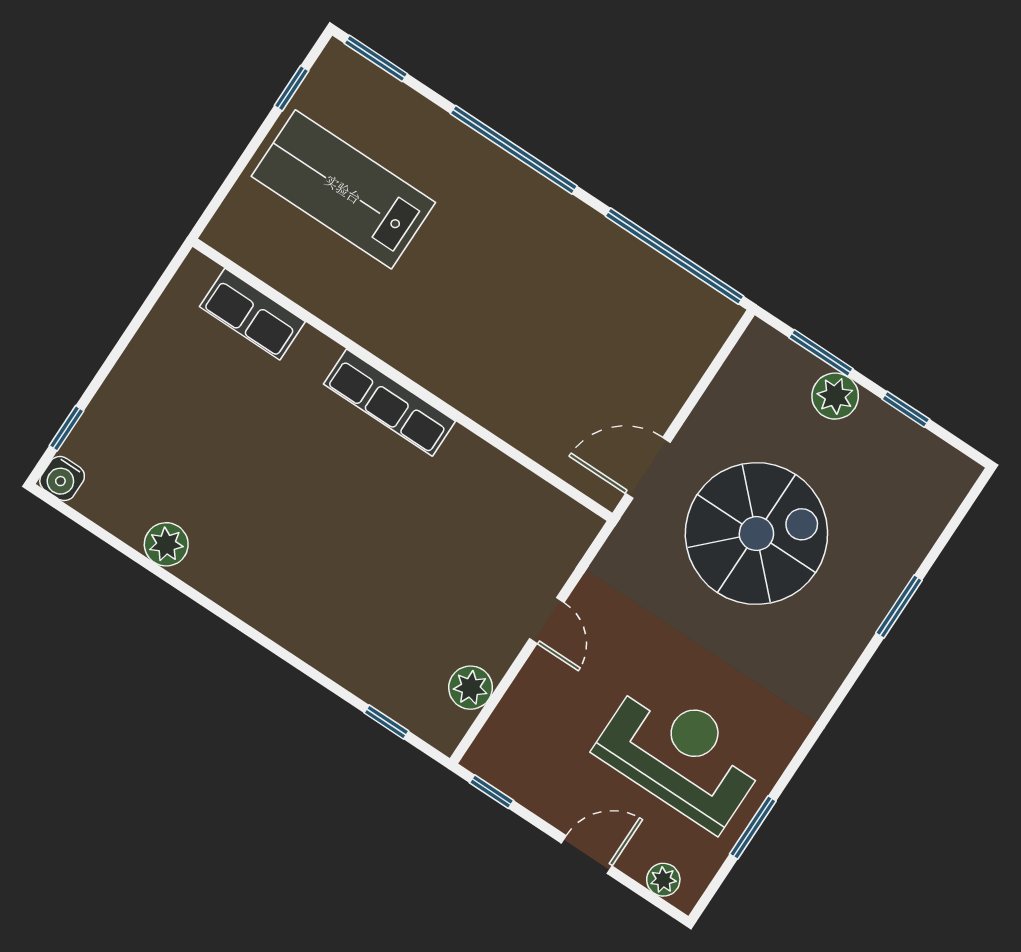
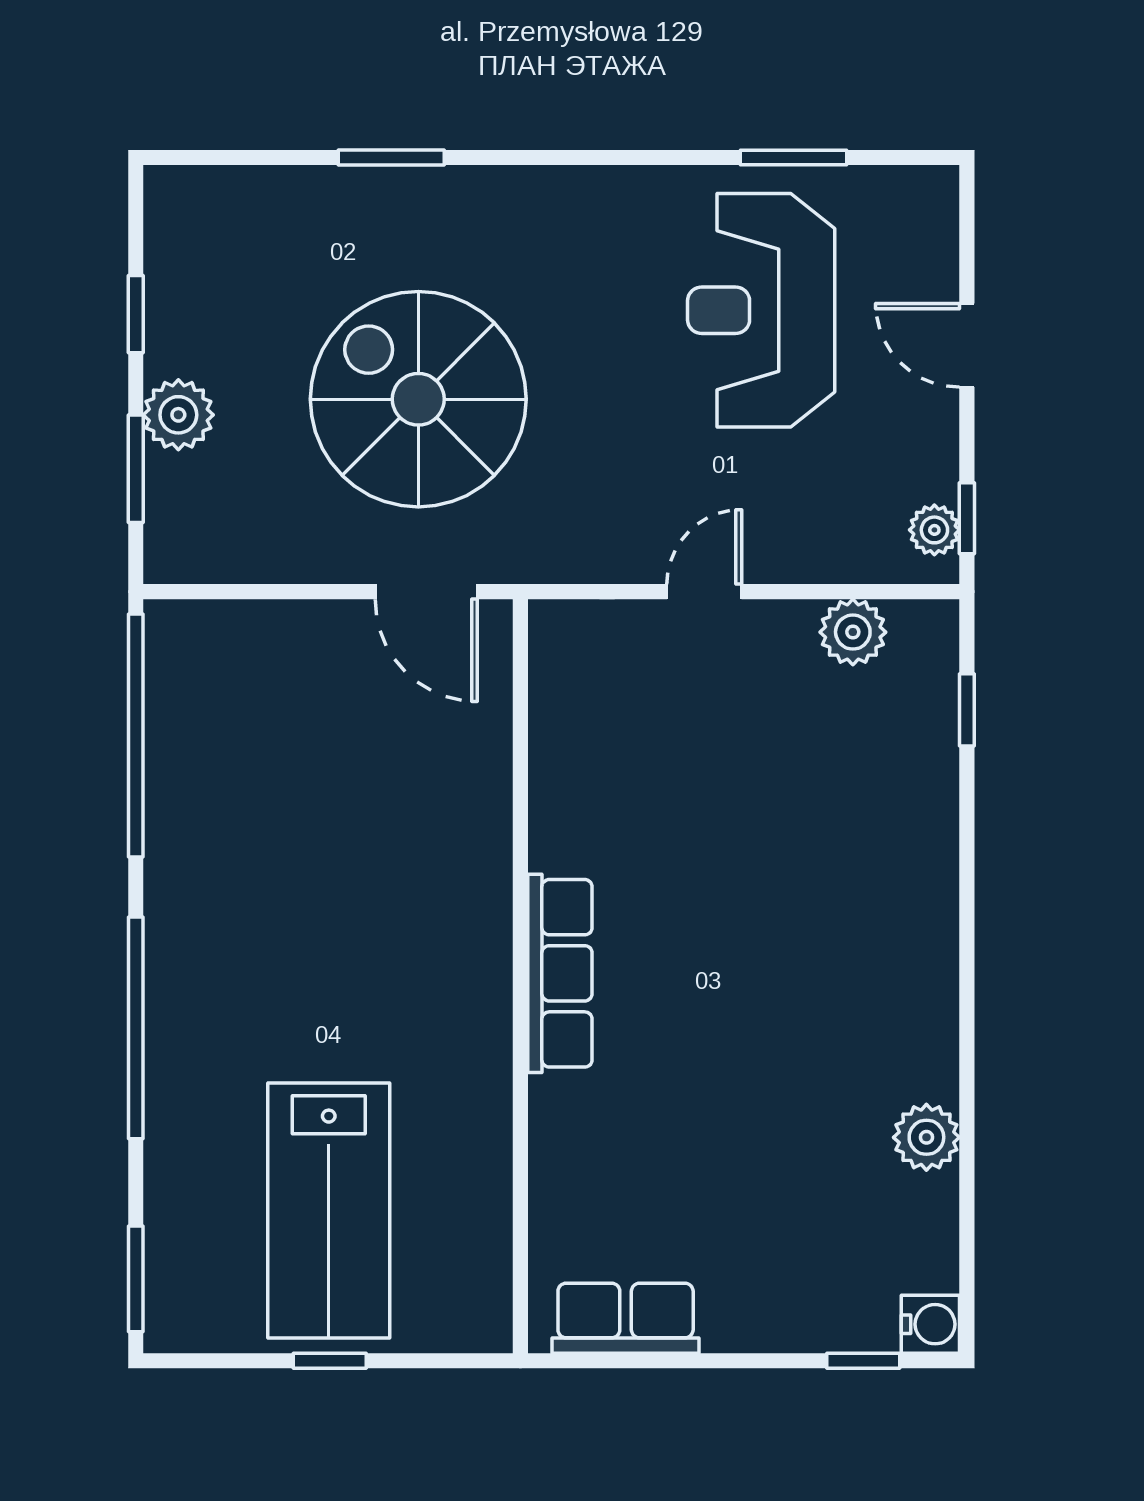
window: (292, 88) -> (330, 1361), moved
row of seats: (252, 314) -> (626, 1318), moved, turned -90
plant: (663, 880) -> (934, 530), moved

